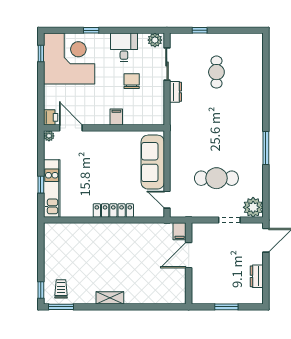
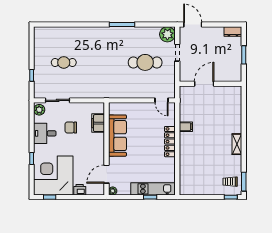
dresser: (176, 92) -> (79, 94), removed
printer: (51, 117) -> (80, 190), moved
filing cabinet: (116, 117) -> (98, 123), moved, width x2.00
sofa: (153, 162) -> (117, 136), moved, turned -90
cafe table: (216, 178) -> (145, 62), turned 90
door: (167, 200) -> (162, 100), hinge flipped
filing cabinet: (180, 231) -> (186, 127), moved
door: (189, 255) -> (204, 84), swing flipped
dresser: (257, 276) -> (233, 32), moved

